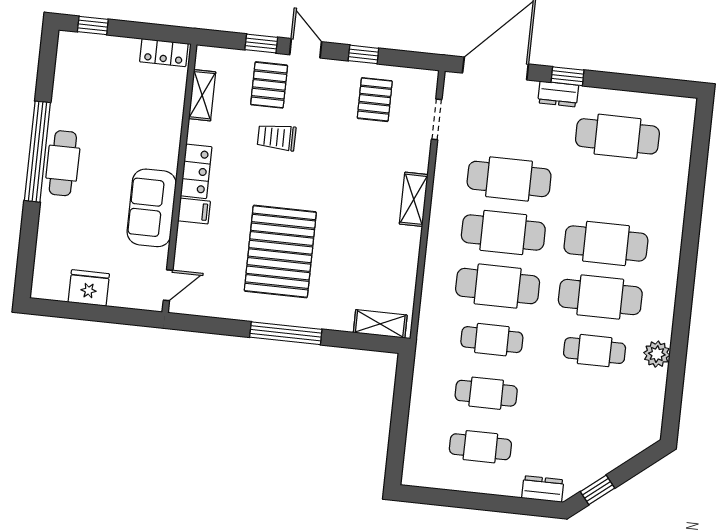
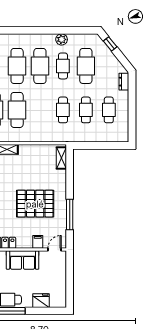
filing cabinet: (194, 211) -> (38, 242), moved
door: (168, 285) -> (55, 250), hinge flipped
cafe table: (498, 286) -> (86, 66), moved
fridge: (89, 288) -> (41, 301), moved, turned 90
window: (286, 333) -> (70, 214), moved
window: (597, 490) -> (110, 44), moved

